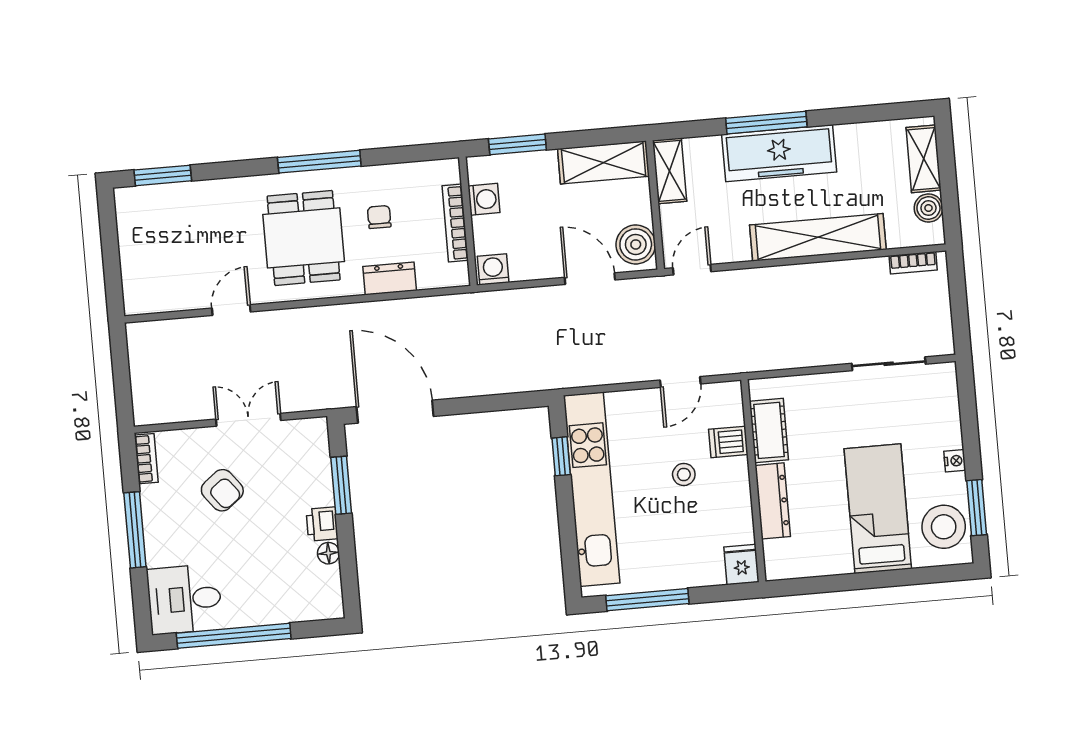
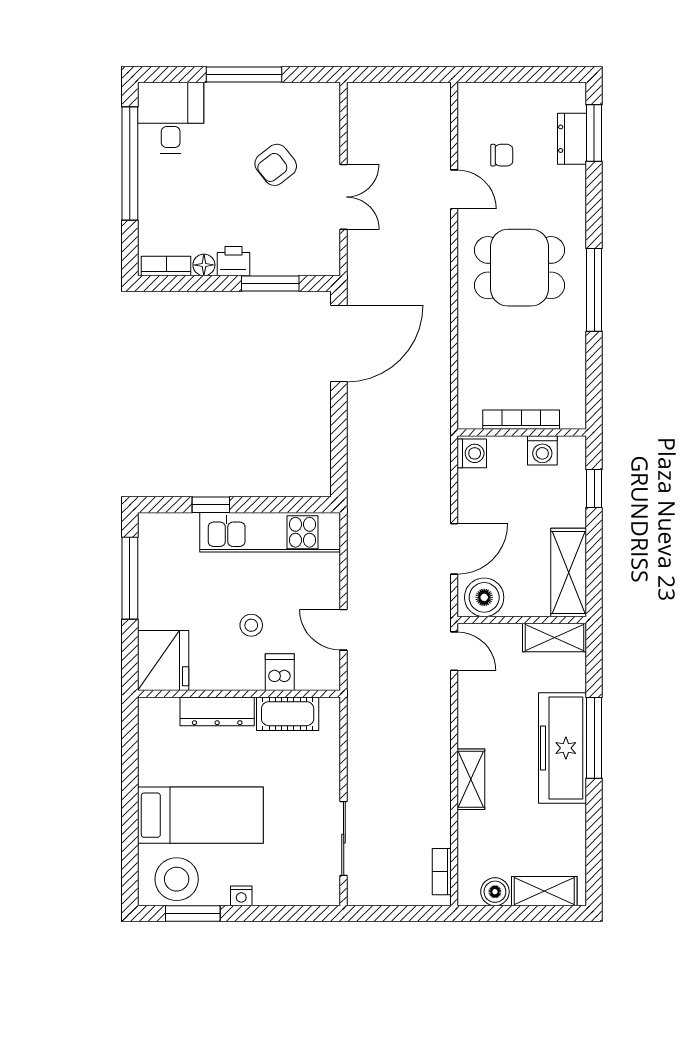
window: (517, 144) -> (594, 488), width x0.67
chair: (379, 217) -> (502, 155), moved
shelving: (818, 237) -> (471, 779), width x0.45, depth x0.75
dresser: (390, 279) -> (572, 139), moved, turned 180
window: (561, 456) -> (211, 505), moved
bookcase: (146, 459) -> (166, 266), moved, turned 180
kitchen unit: (592, 489) -> (270, 532), width x0.73
fridge: (741, 564) -> (163, 661), width x1.88, depth x1.34

